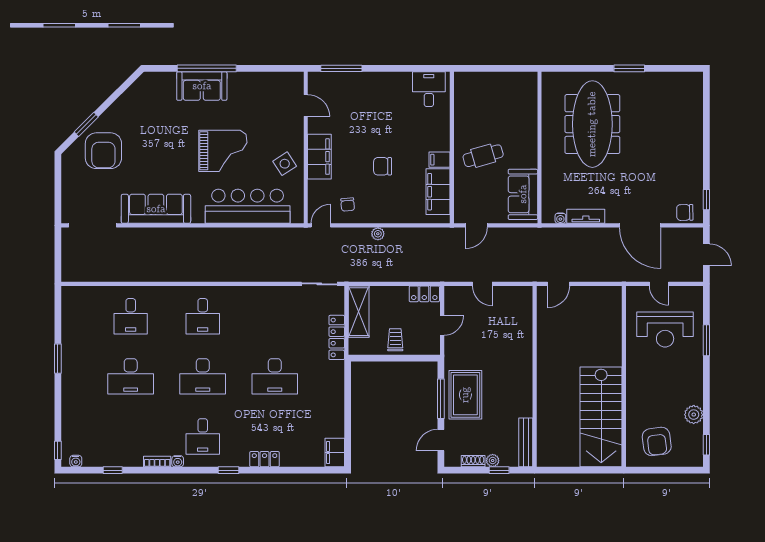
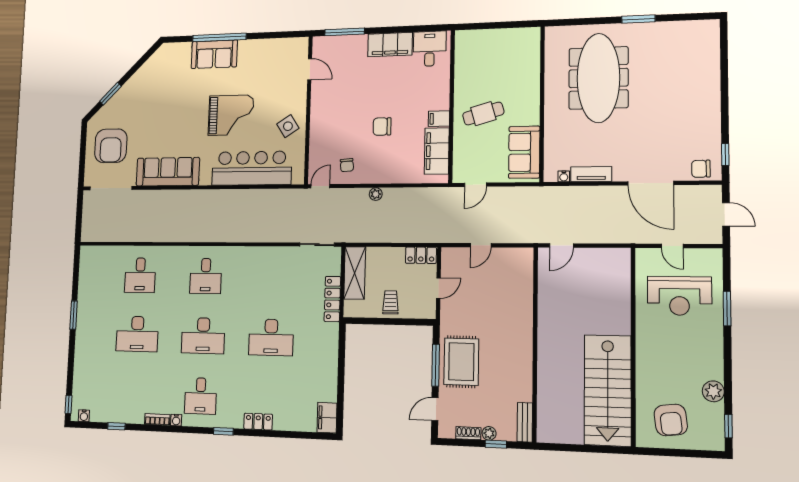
armchair: (103, 151) -> (111, 146), moved
filing cabinet: (319, 157) -> (390, 44), moved, turned 90
door: (482, 284) -> (481, 245), hinge flipped
bench: (526, 442) -> (525, 422), width x0.73

